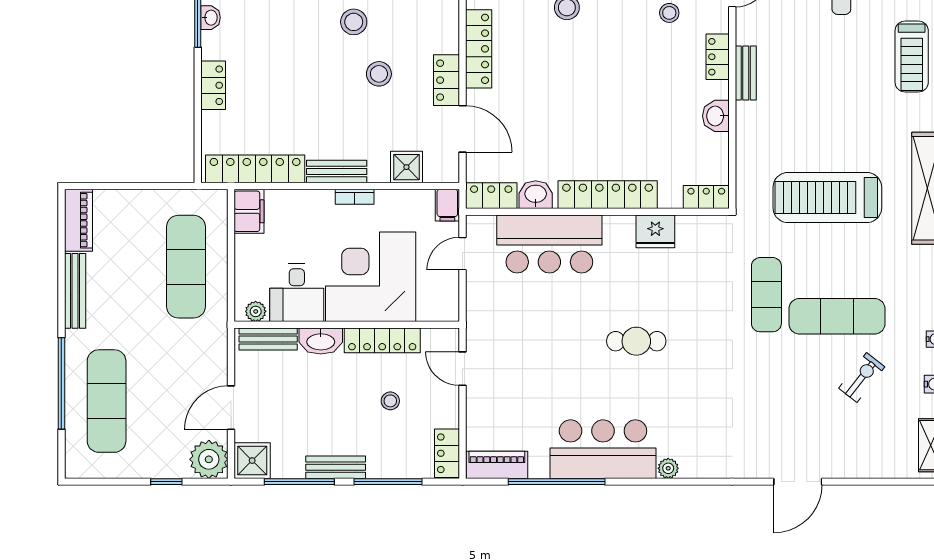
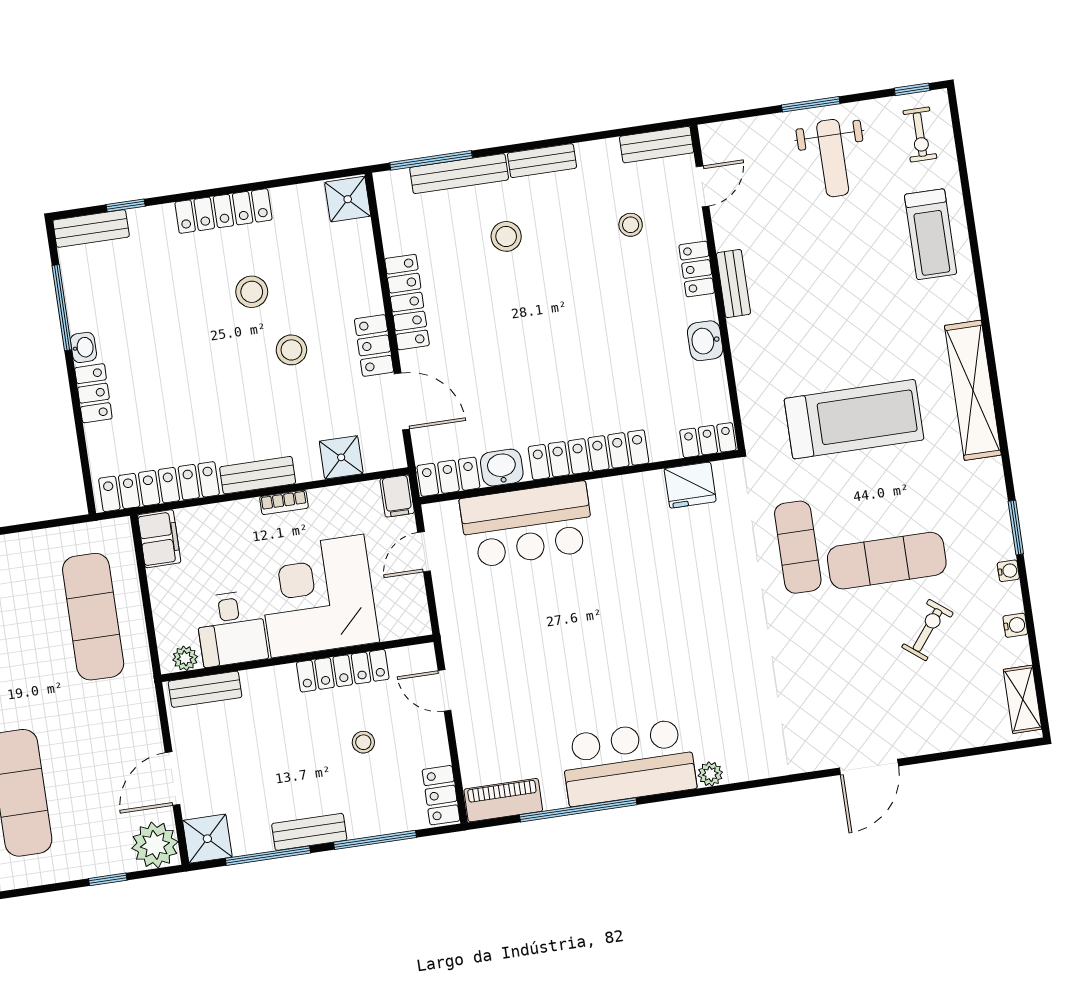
washbasin: (210, 18) -> (83, 347), moved
treadmill: (827, 198) -> (854, 419), turned 180
fridge: (655, 231) -> (690, 485), moved
washbasin: (321, 341) -> (269, 682), removed
cafe table: (636, 341) -> (649, 626), removed

